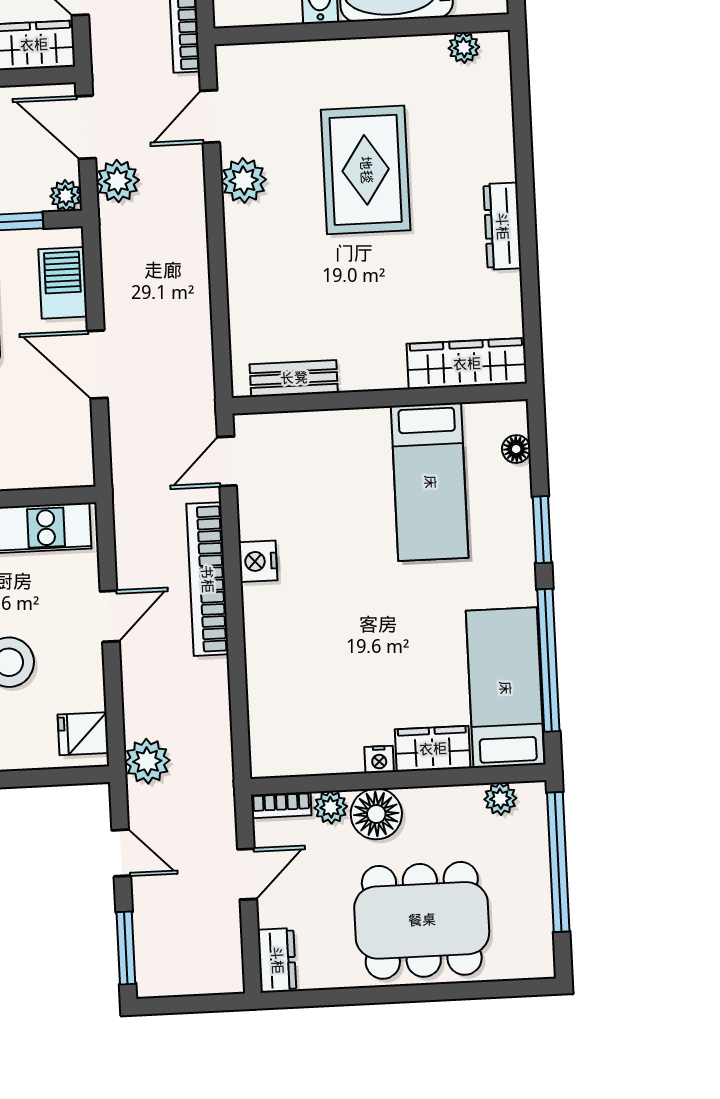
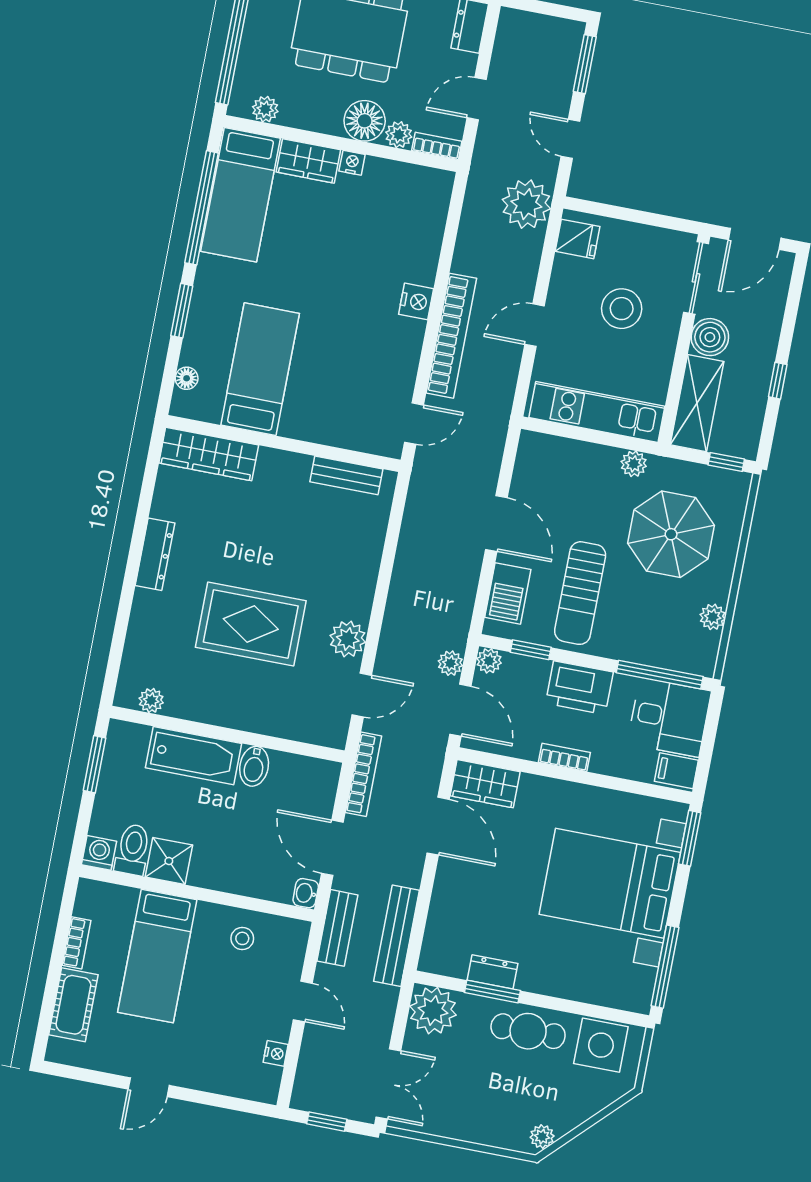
rug: (366, 170) -> (251, 624), turned 90
plant: (118, 181) -> (450, 663), width x0.73, depth x0.73
nightstand: (258, 561) -> (416, 301), moved
plant: (147, 761) -> (526, 204), width x1.36, depth x1.36

